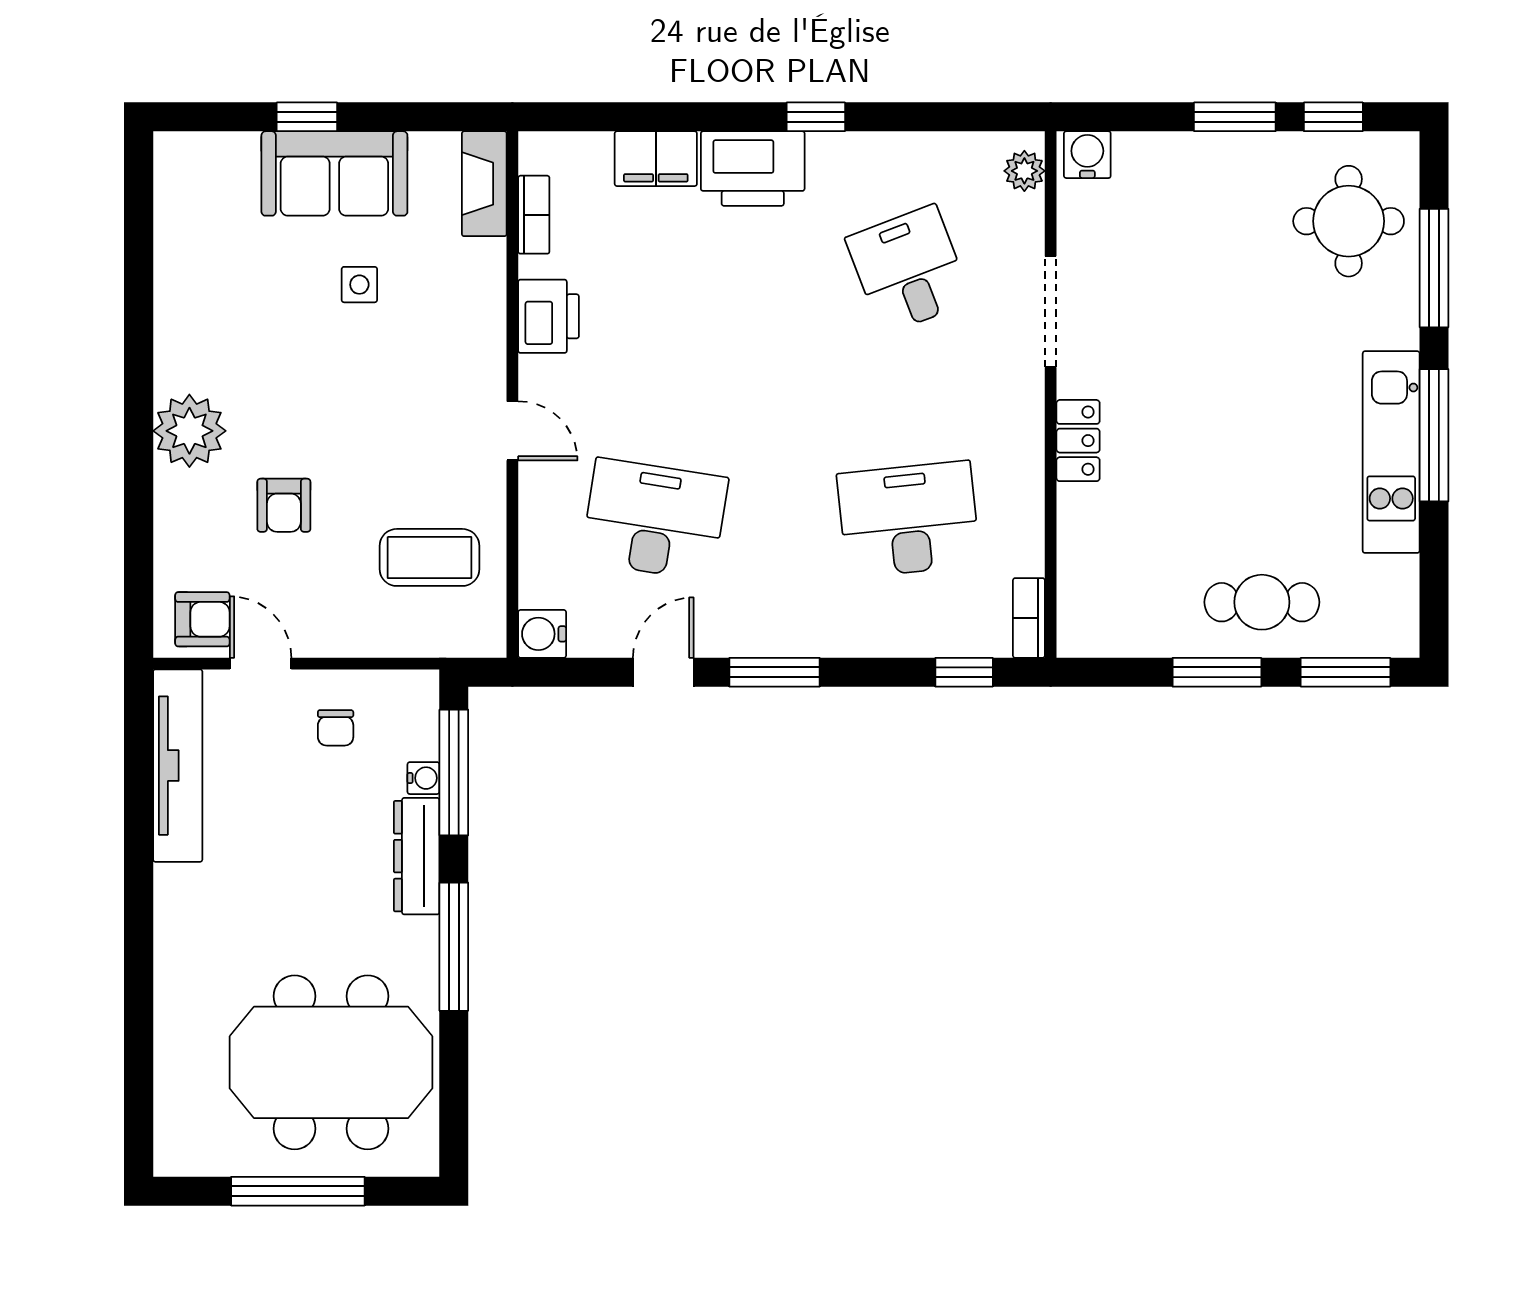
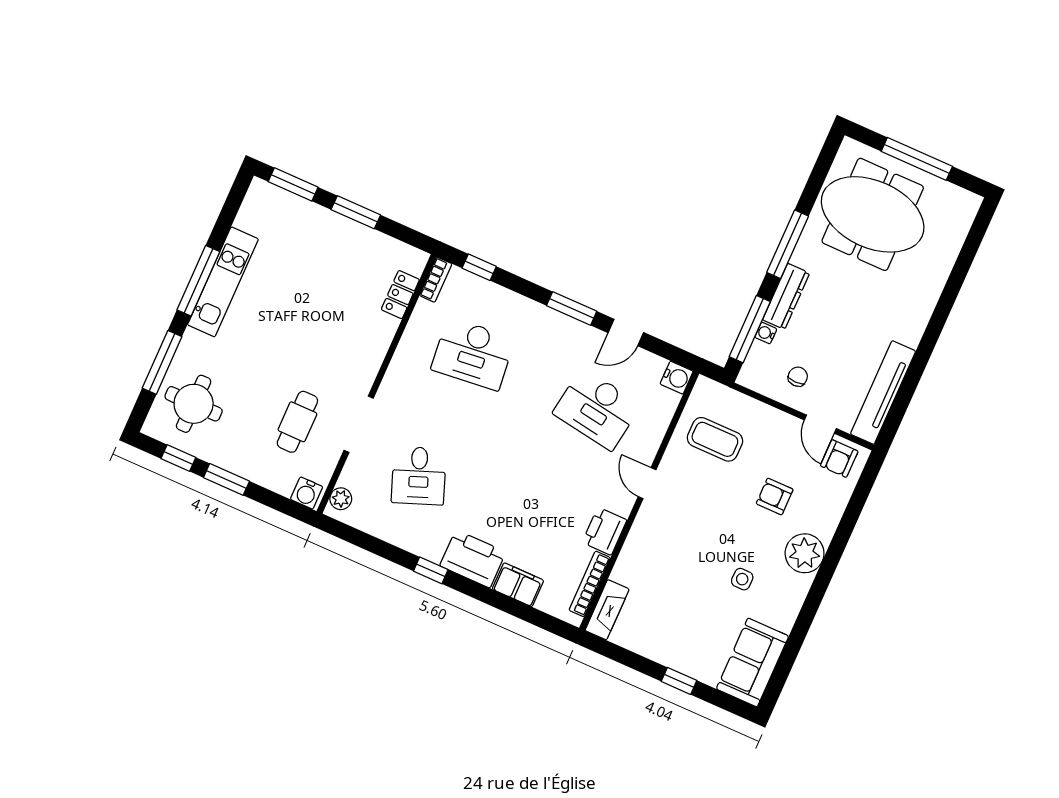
sofa: (334, 173) -> (753, 662), moved, turned -90
bookcase: (534, 215) -> (590, 584), width x1.56
side table: (359, 285) -> (742, 579), moved
locker: (1078, 441) -> (400, 295), moved
armchair: (284, 505) -> (775, 496), turned -90
cafe table: (1262, 602) -> (297, 422), moved, turned 90
armchair: (202, 619) -> (839, 459), turned -90

